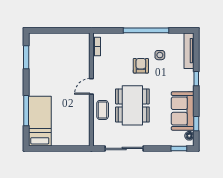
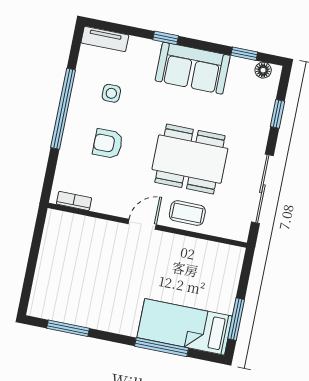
tv unit: (189, 51) -> (105, 39), width x0.71
armchair: (141, 66) -> (108, 144), moved
door: (91, 86) -> (142, 224), swing flipped
sofa: (183, 111) -> (193, 68), moved
window: (50, 148) -> (236, 319), added
window: (179, 148) -> (277, 114), moved

